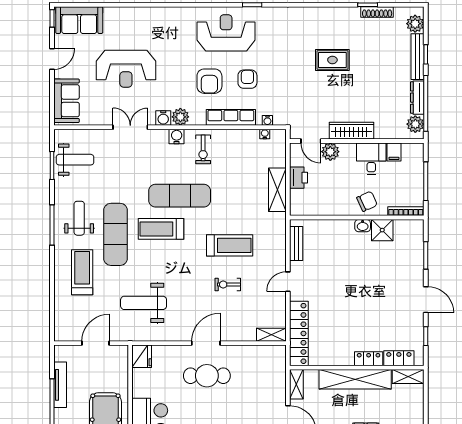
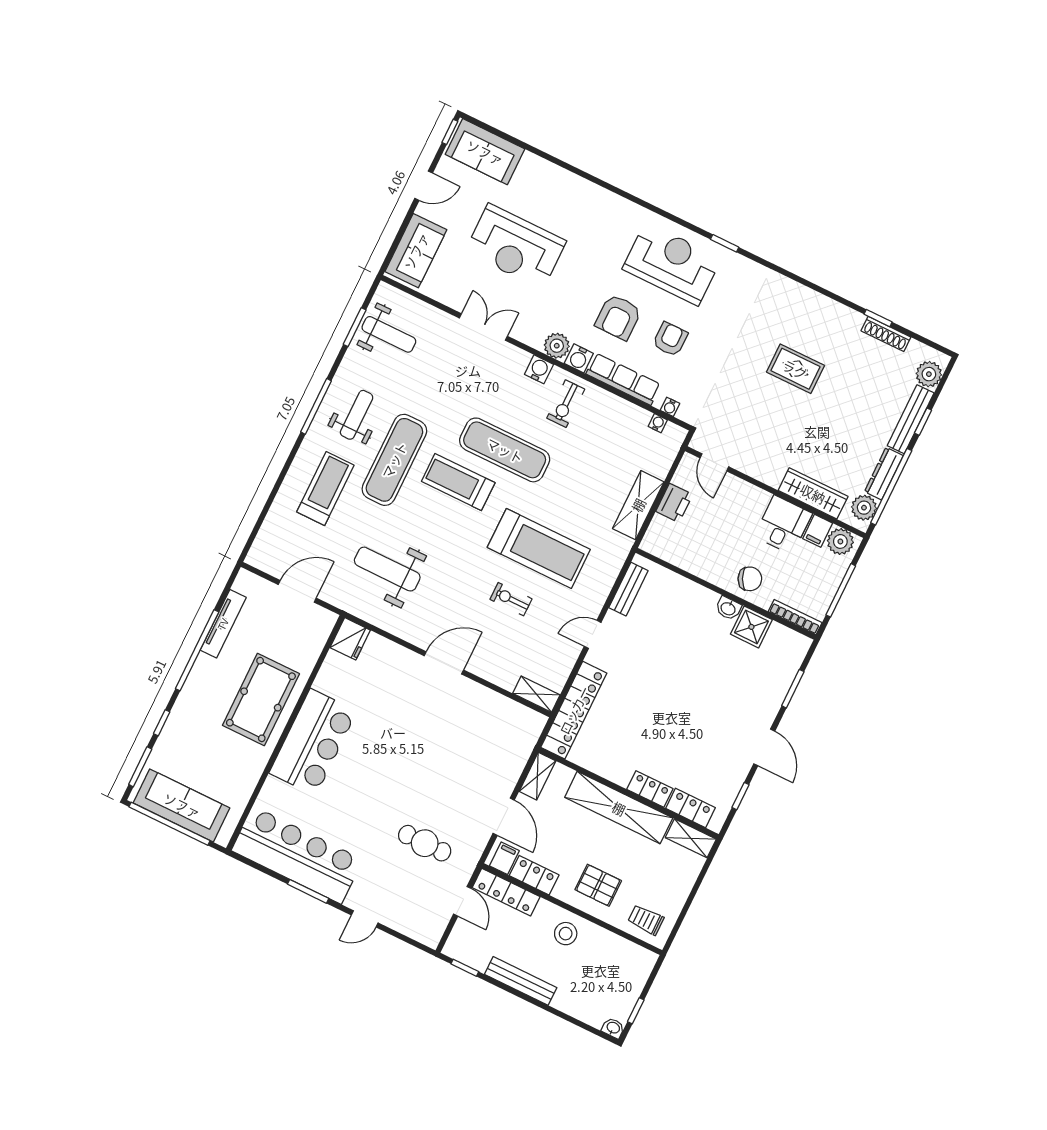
water cooler: (163, 118) -> (579, 358), moved
wardrobe: (351, 131) -> (813, 493), moved
plant: (330, 152) -> (840, 541), moved
treadmill: (230, 245) -> (539, 548), width x1.37, depth x1.38
cafe table: (207, 376) -> (424, 707), removed

